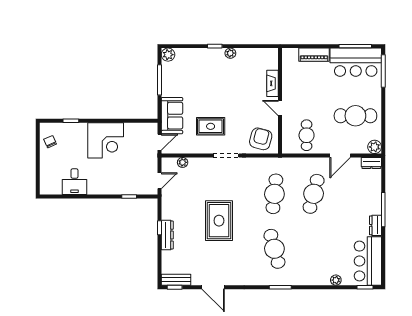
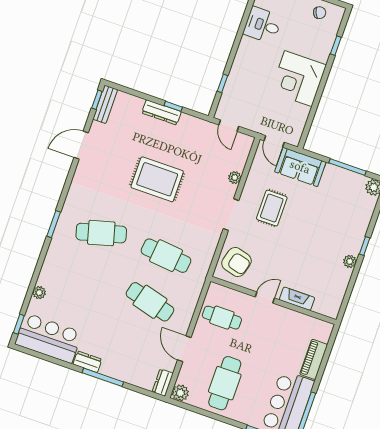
plant: (183, 162) -> (235, 178), moved

